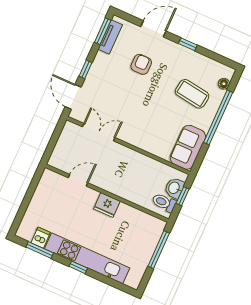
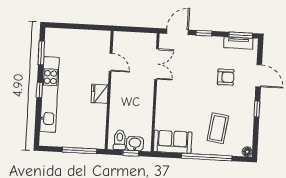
floor lamp: (224, 84) -> (247, 152), moved
dishwasher: (41, 238) -> (52, 50), removed

